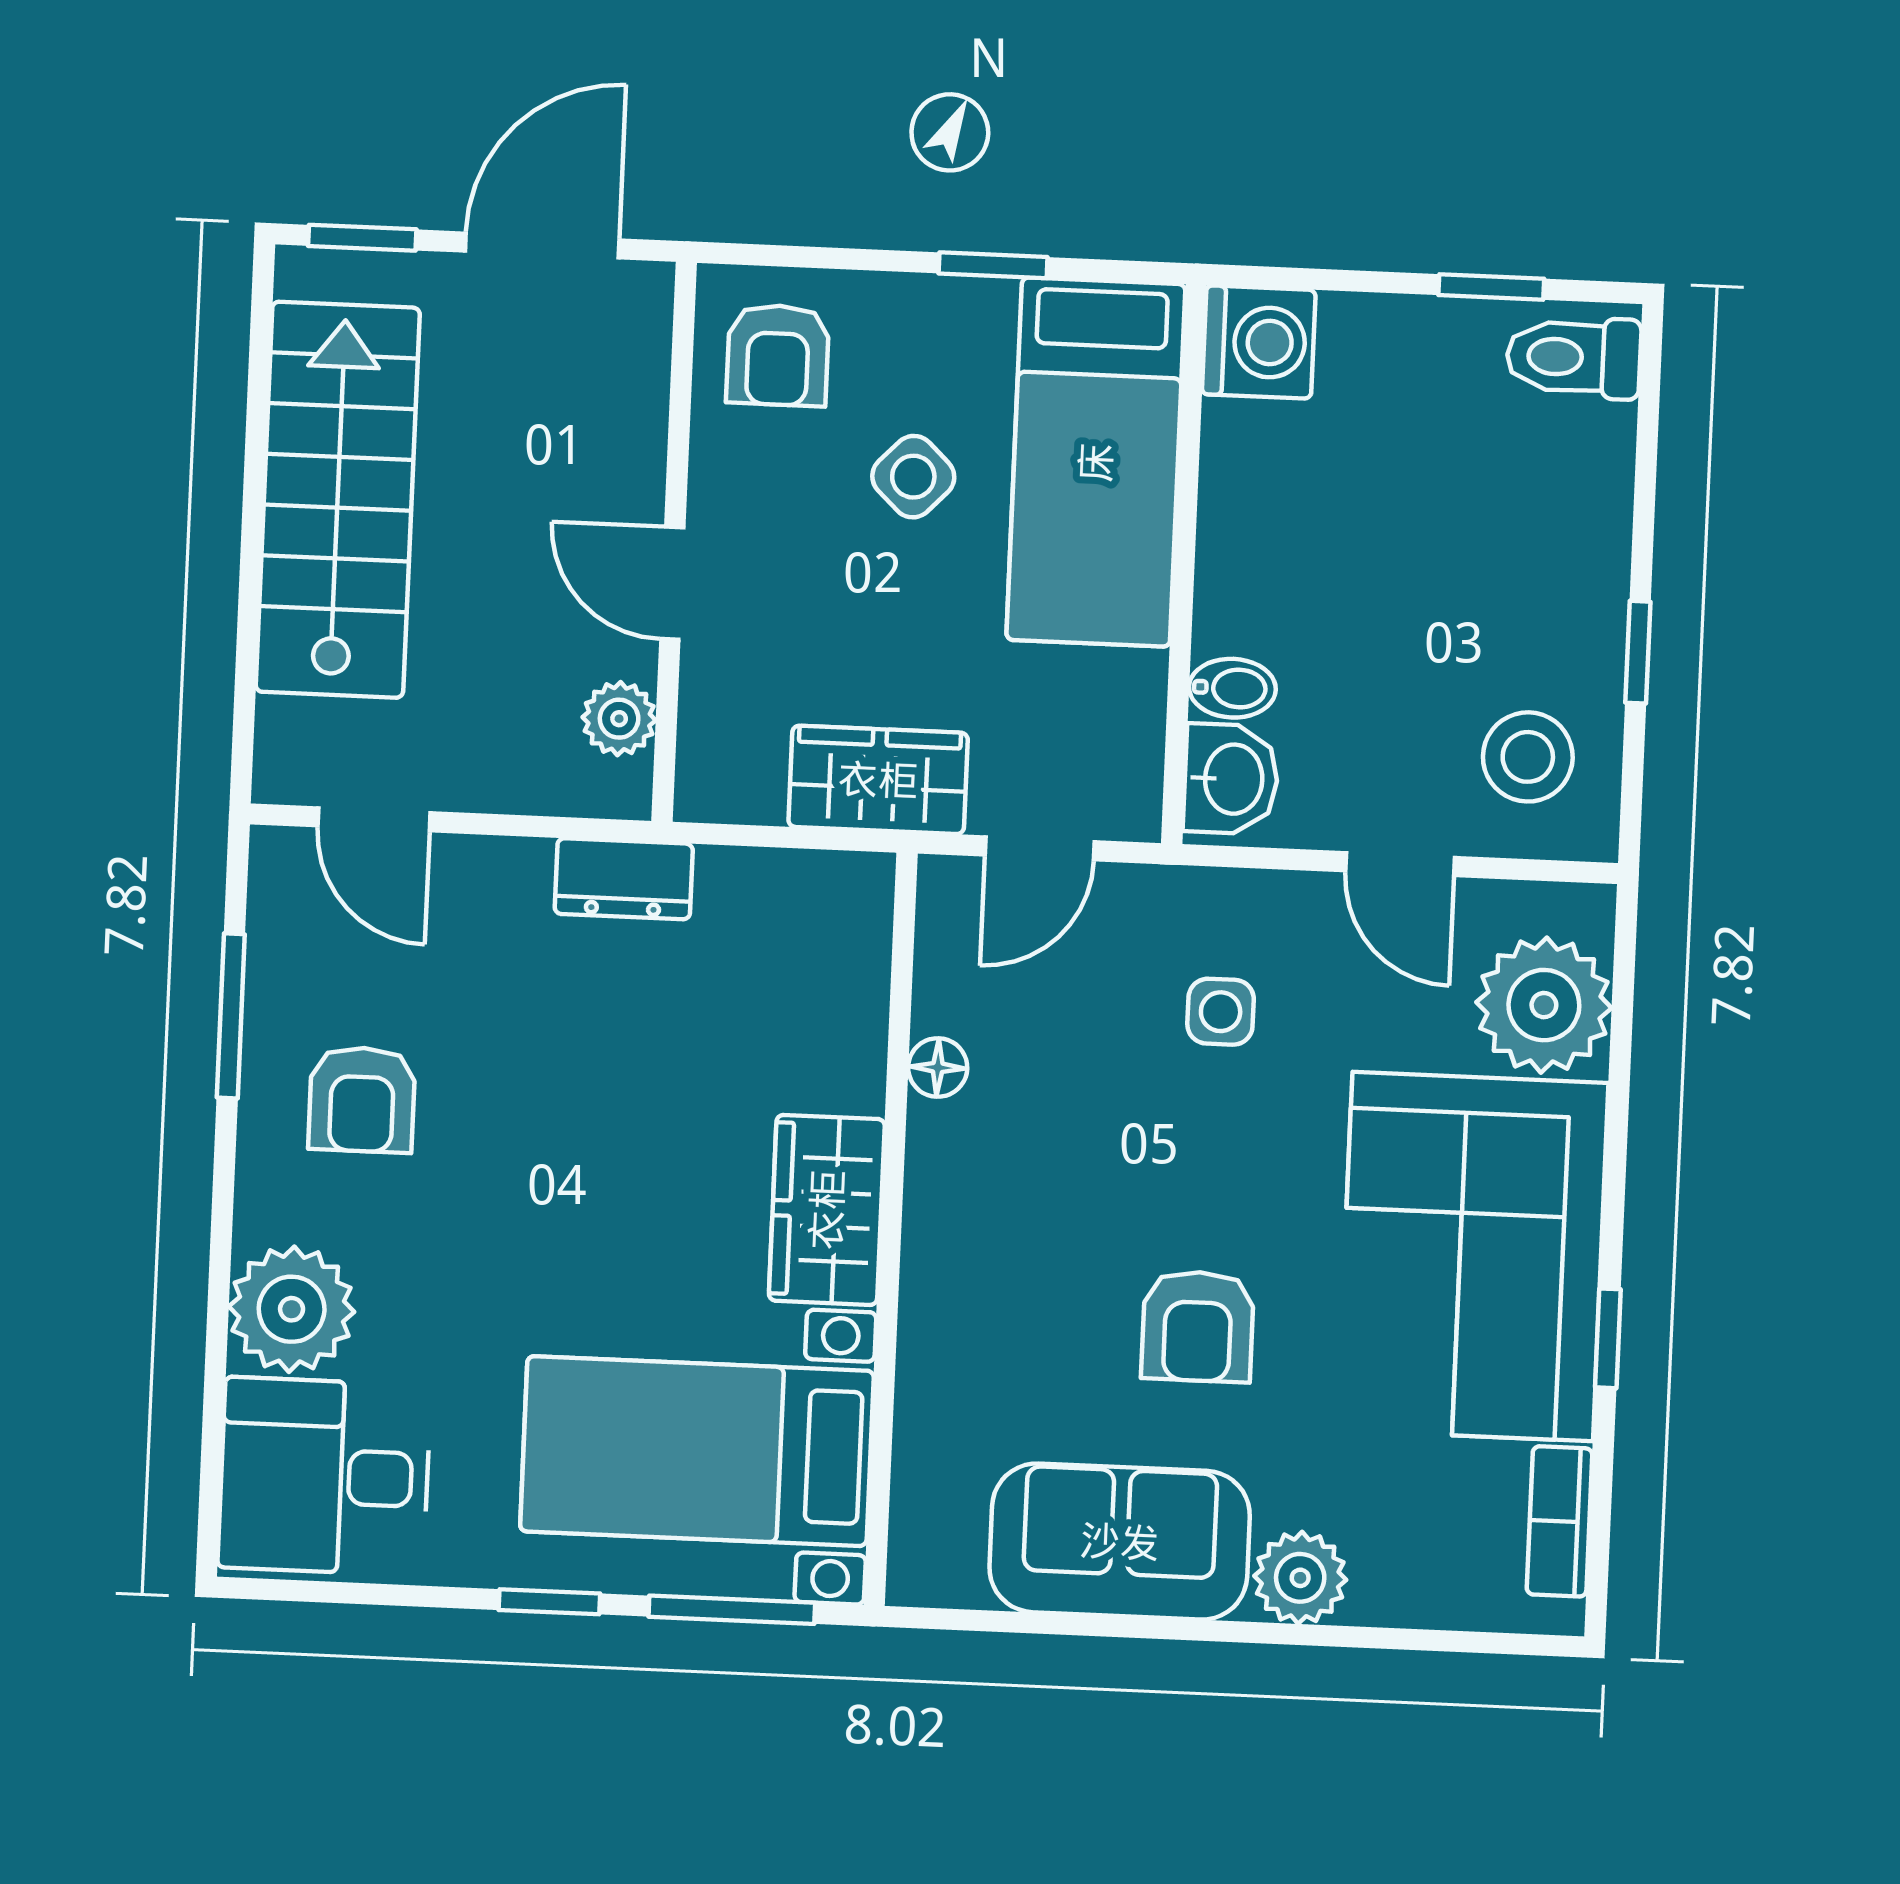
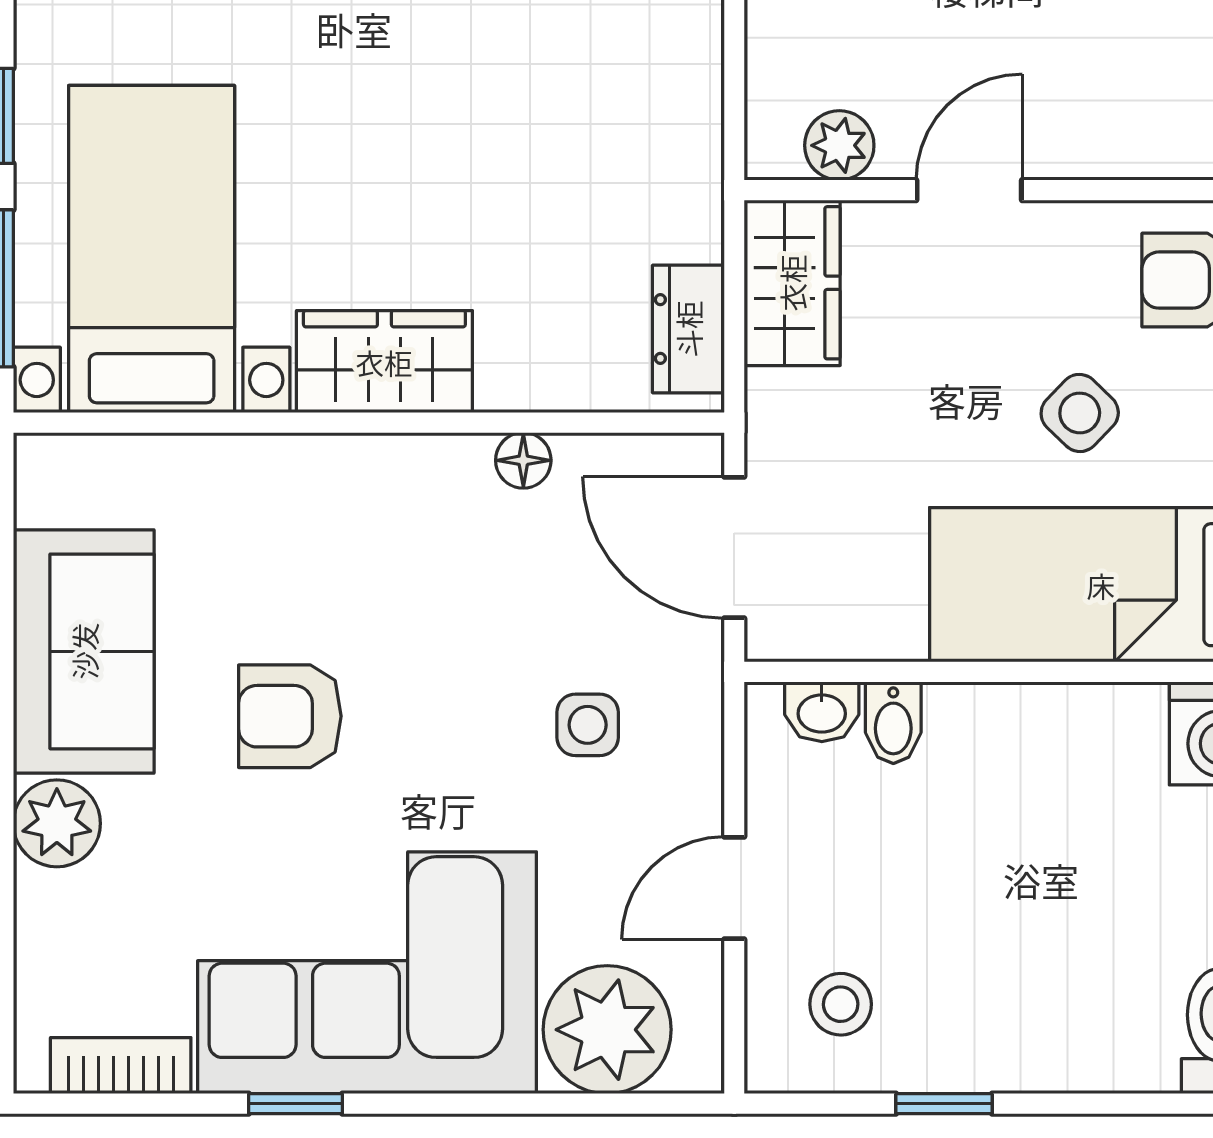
stool: (1528, 757) -> (841, 1004), width x0.73, depth x0.73
washbasin: (1231, 779) -> (822, 712), width x0.72, depth x0.69
wardrobe: (878, 780) -> (792, 283), moved
door: (1040, 848) -> (734, 547), width x1.38
dresser: (624, 879) -> (688, 329), moved

